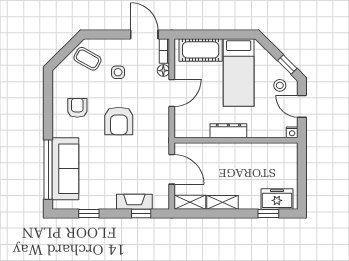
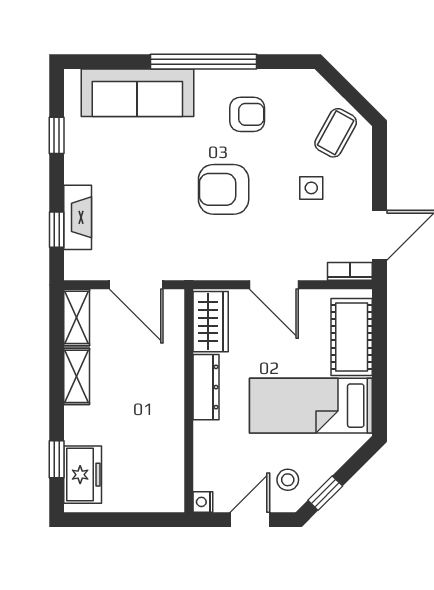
floor lamp: (163, 71) -> (314, 270), removed
wardrobe: (192, 128) -> (211, 322), added
door: (172, 169) -> (136, 285), hinge flipped
window: (48, 170) -> (204, 62), moved

